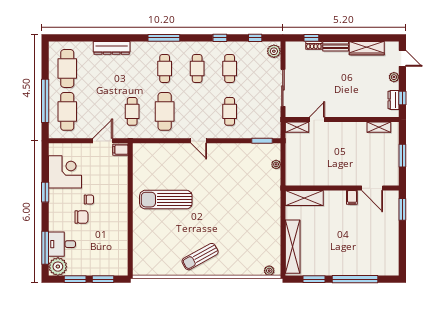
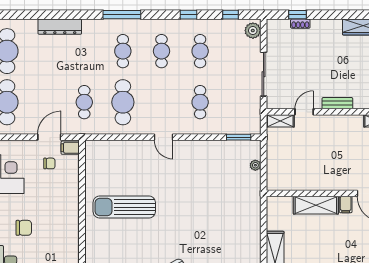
bench: (336, 46) -> (337, 103), moved
shelving: (304, 198) -> (316, 205), moved
chair: (89, 200) -> (49, 163), moved

